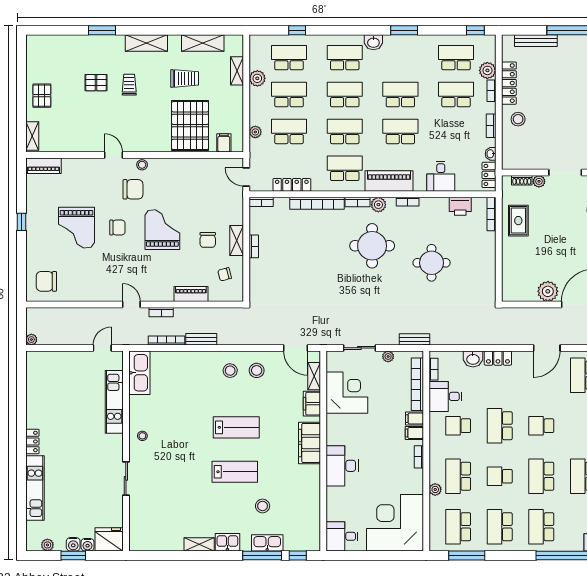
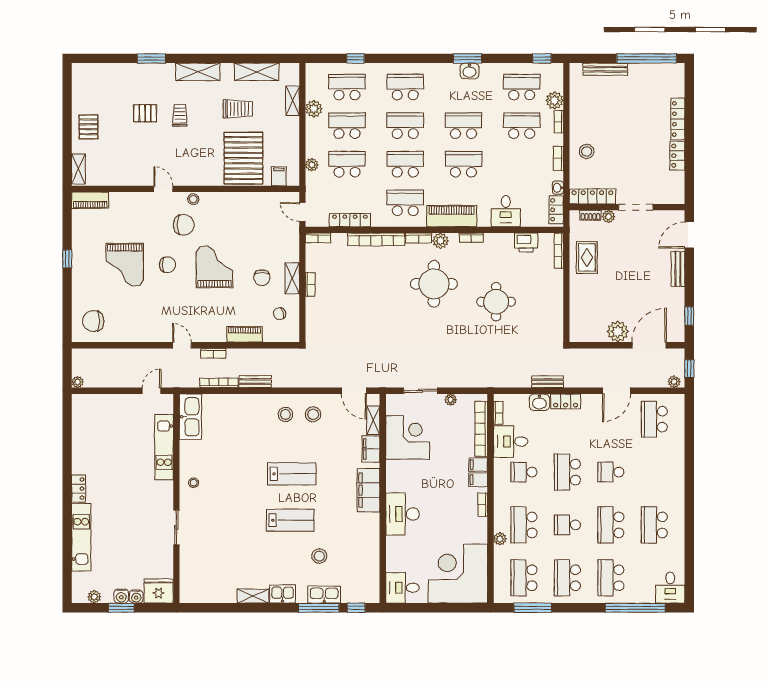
washbasin: (373, 42) -> (469, 71), moved
locker: (509, 83) -> (592, 197), moved, turned -90
bench: (414, 339) -> (548, 382), moved

